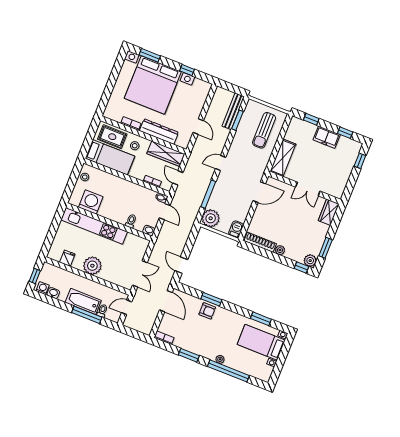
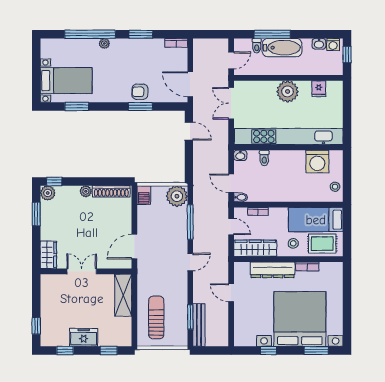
kitchen unit: (94, 226) -> (289, 136), width x1.36

